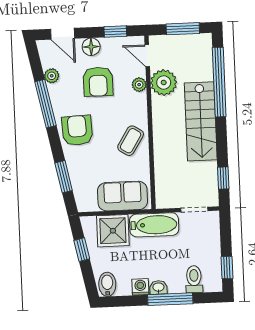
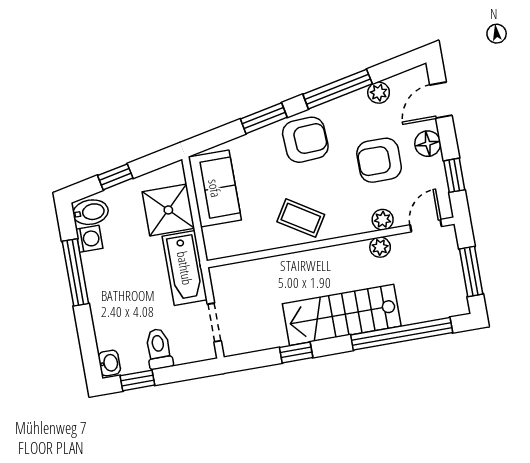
plant: (164, 83) -> (380, 247), width x0.53, depth x0.53
window: (64, 177) -> (264, 118), moved
window: (223, 178) -> (296, 352), moved
sofa: (123, 196) -> (215, 188), moved
window: (82, 250) -> (115, 177), moved
toilet: (194, 279) -> (159, 349), moved, turned -90
washing machine: (140, 287) -> (89, 239), moved
washbasin: (158, 287) -> (109, 363), moved
window: (170, 299) -> (75, 272), moved

